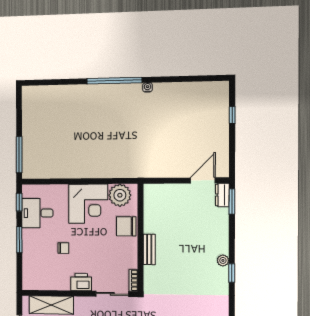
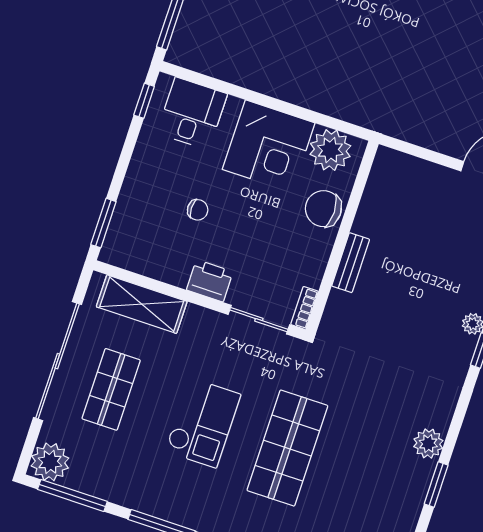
desk: (37, 213) -> (192, 113), moved, turned 90
window: (19, 240) -> (103, 223), moved

